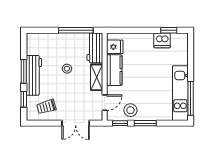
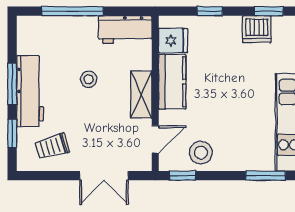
window: (76, 30) -> (72, 11), moved
window: (135, 30) -> (210, 11), added
workbench: (95, 48) -> (125, 29), moved, turned -90
window: (145, 123) -> (266, 176), moved

